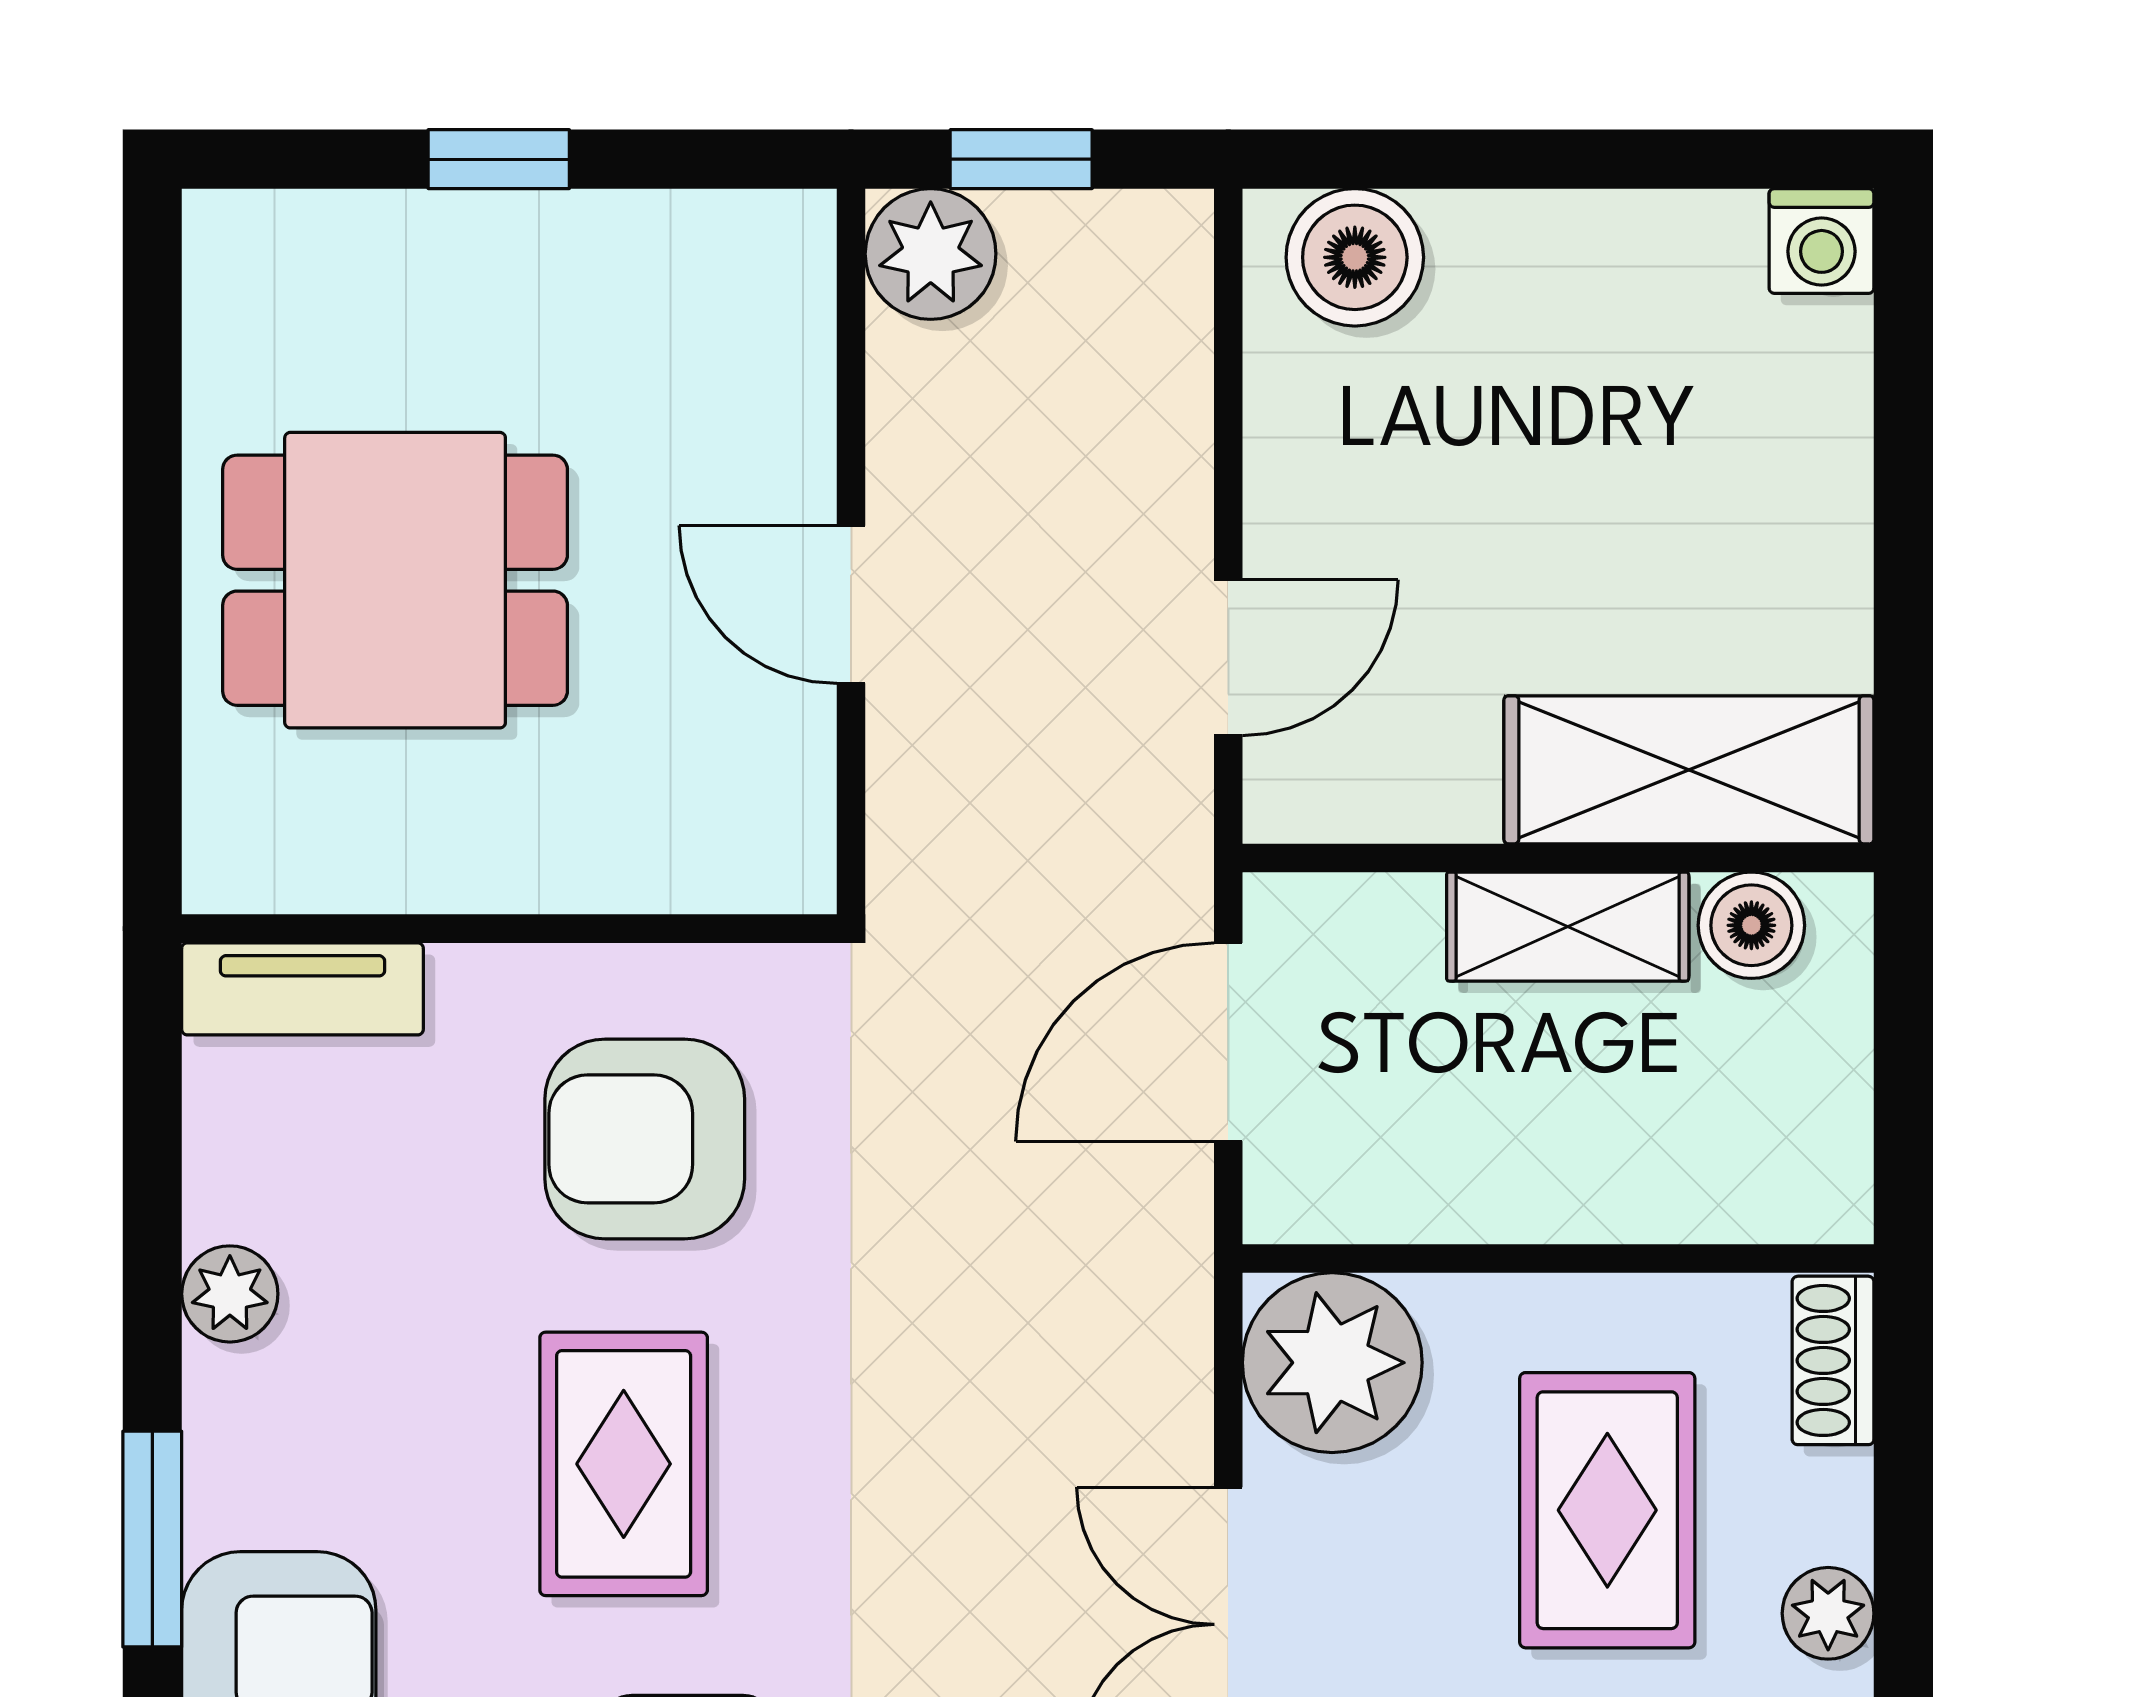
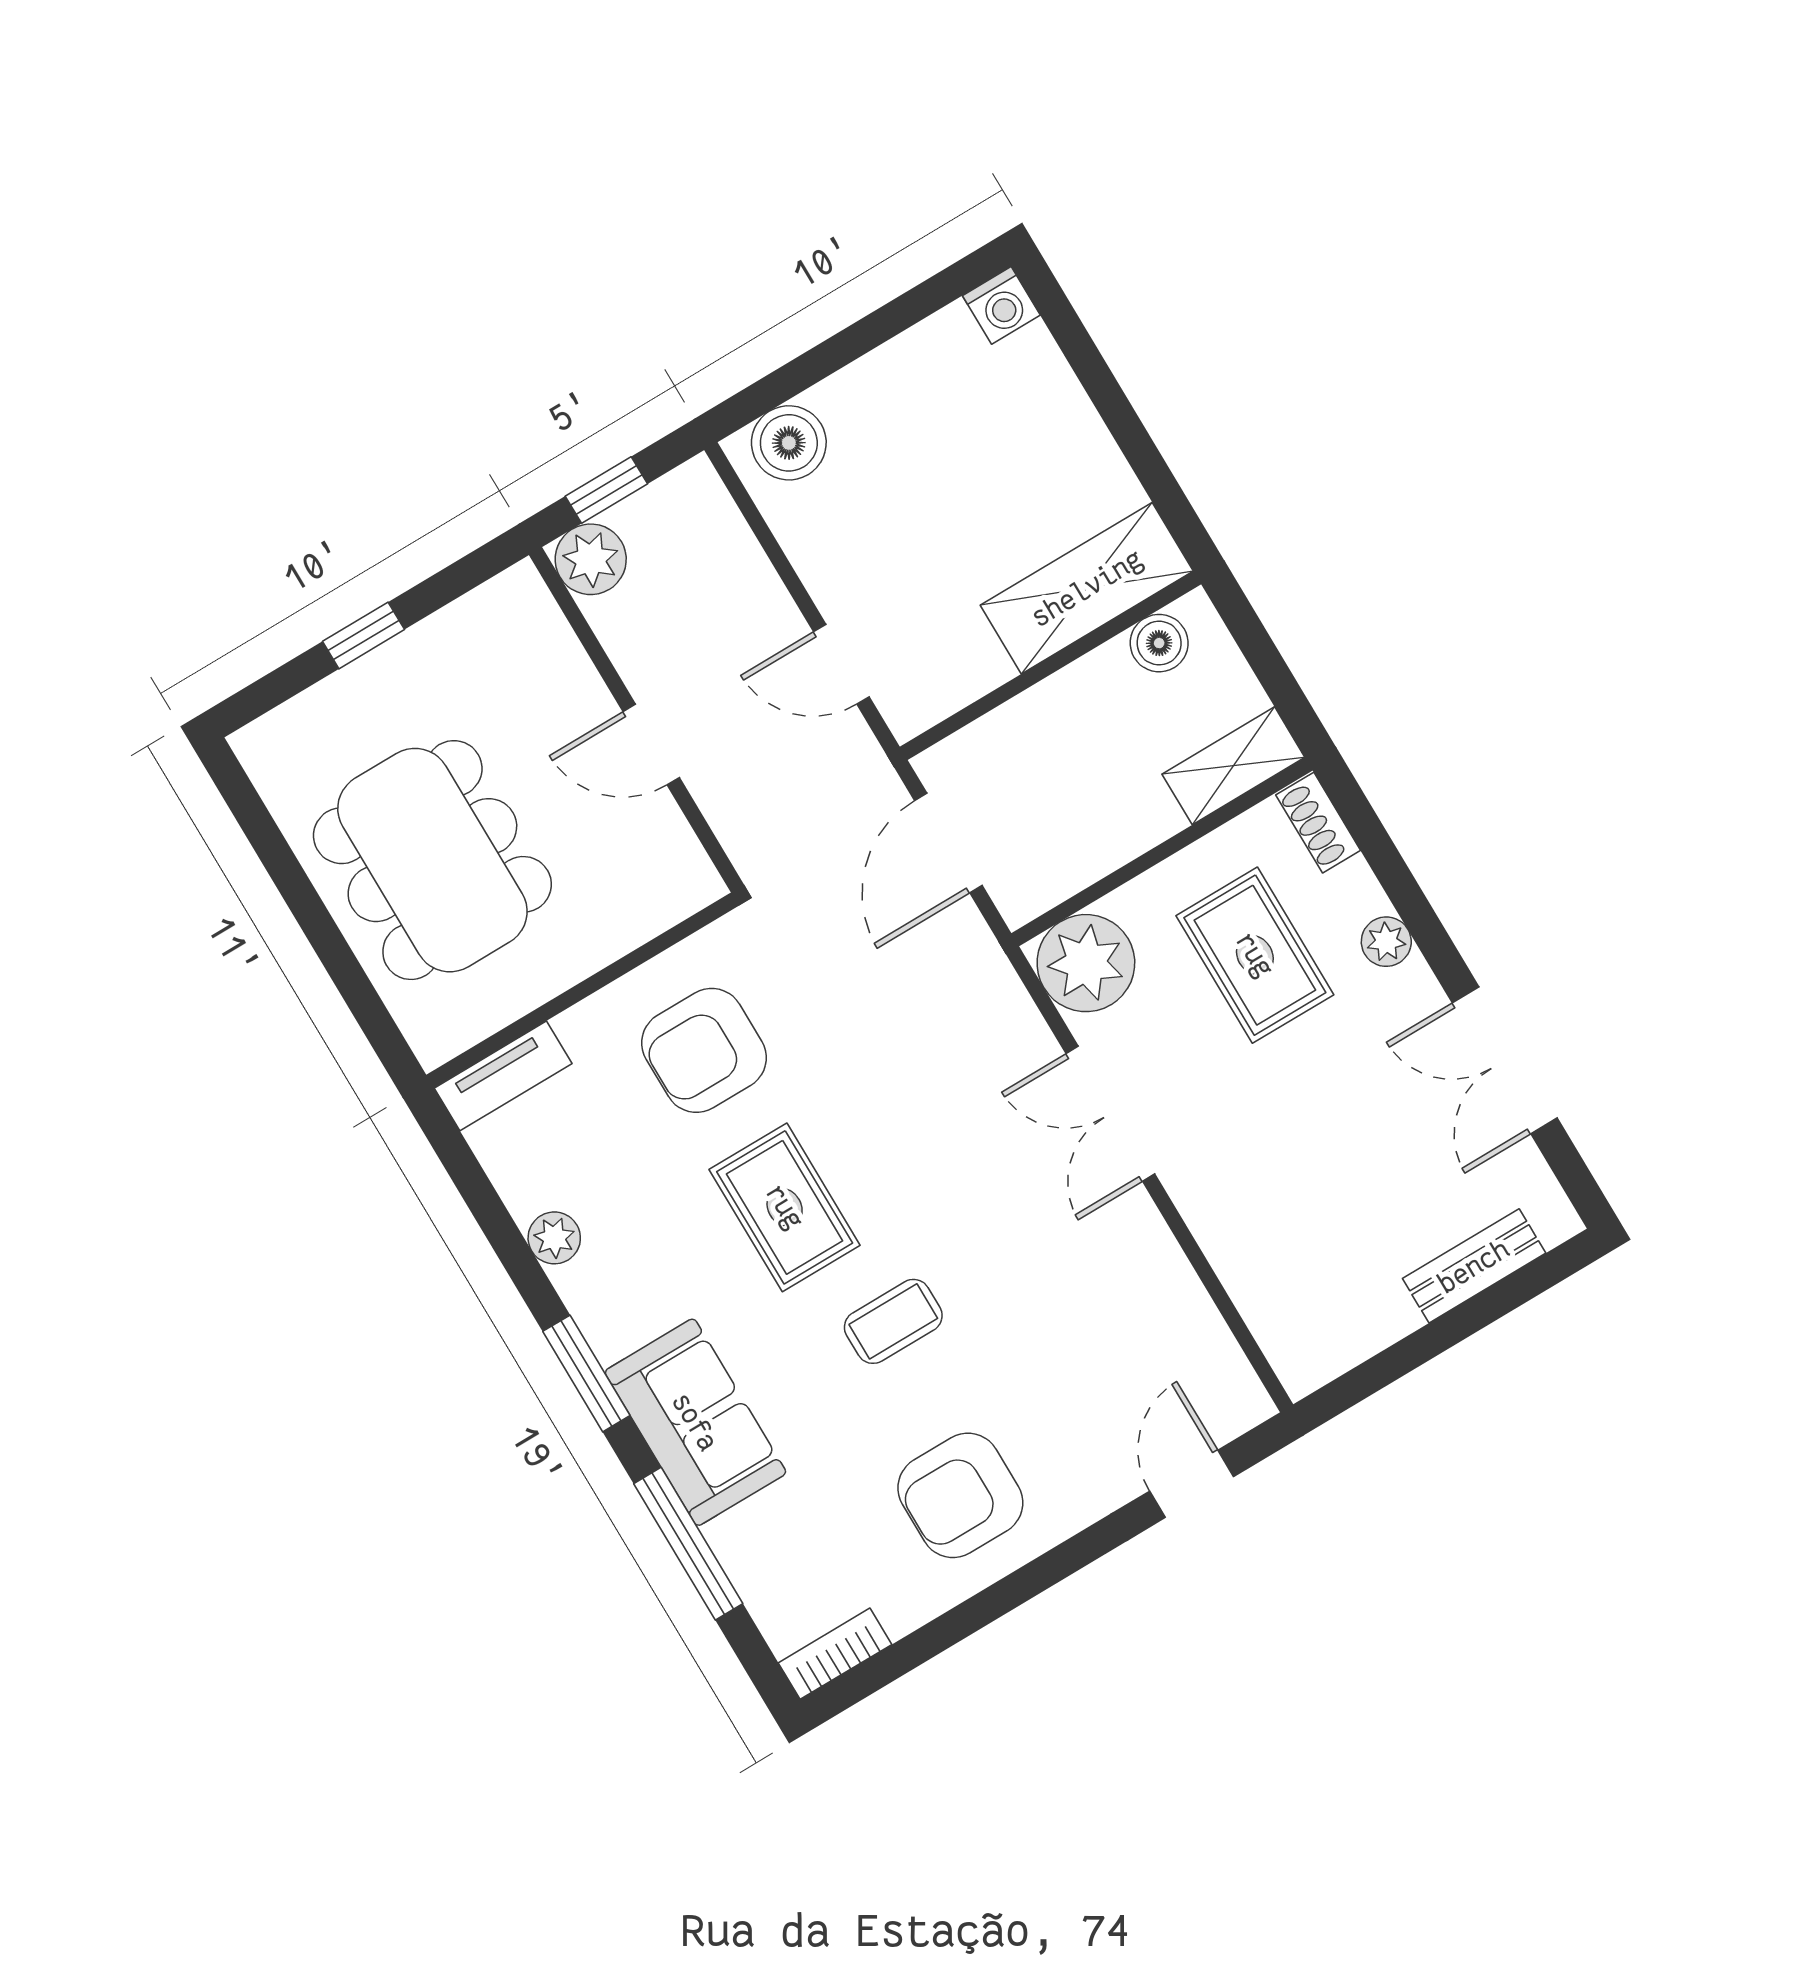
dining table: (395, 580) -> (432, 860), width x1.38
door: (1228, 658) -> (841, 664), swing flipped
shelving: (1568, 927) -> (1233, 766), moved

